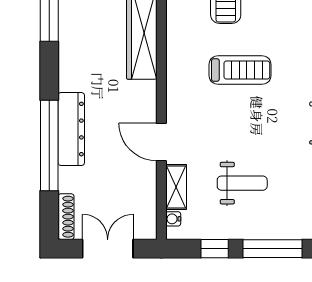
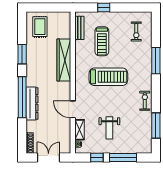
treadmill: (240, 70) -> (108, 77), width x1.37, depth x1.38
window: (49, 146) -> (22, 97), moved
weight bench: (242, 183) -> (109, 128), turned 90

